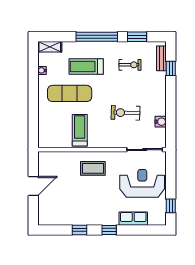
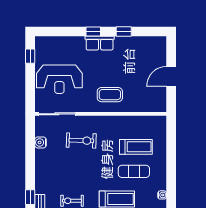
exercise mat: (70, 93) -> (134, 171), width x0.73, depth x0.69
exercise bike: (126, 113) -> (81, 140), moved
treadmill: (80, 130) -> (136, 147), moved, turned -90
row of seats: (133, 219) -> (100, 43), moved

